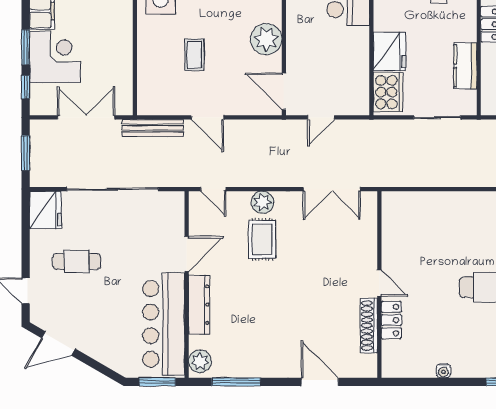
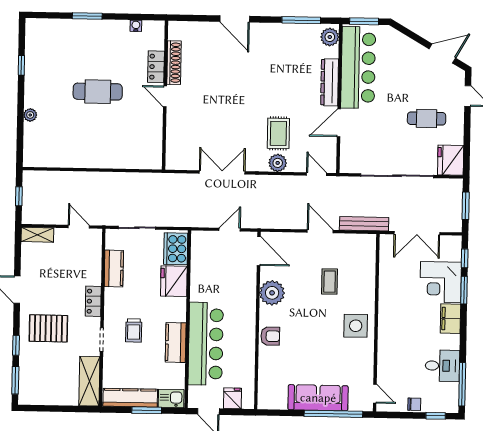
door: (379, 283) -> (165, 96), moved
wall: (379, 284) -> (165, 95), moved
locker: (391, 320) -> (156, 67), moved
shoe rack: (369, 326) -> (174, 63), moved

